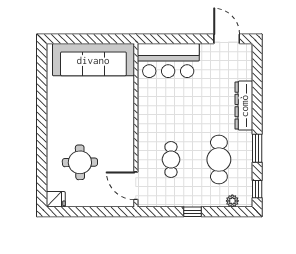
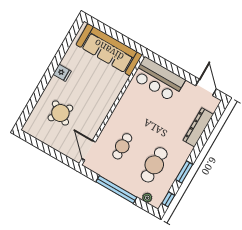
dresser: (244, 106) -> (198, 127), moved
round table: (80, 162) -> (60, 113), turned 33
fridge: (56, 199) -> (62, 73), moved
window: (193, 212) -> (116, 190), width x3.17

